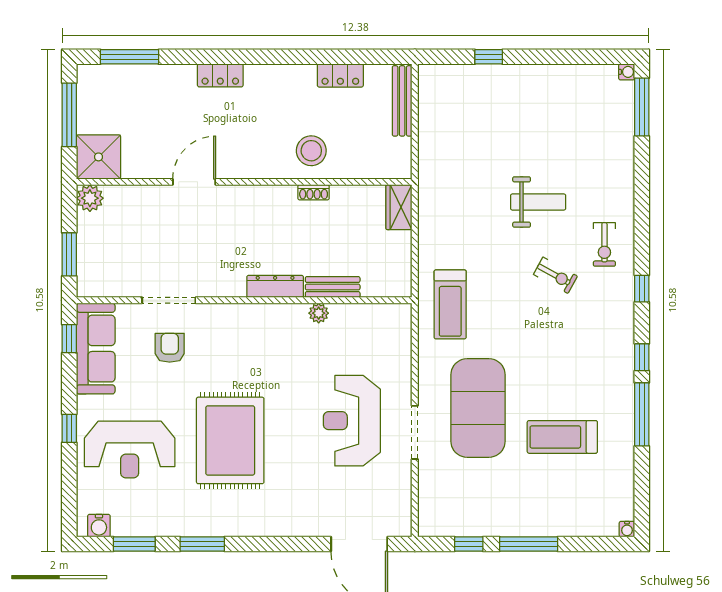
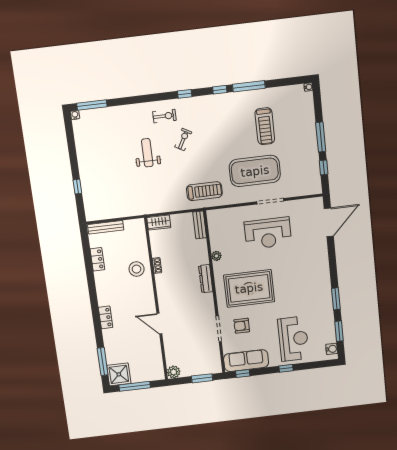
shower: (98, 157) -> (119, 374), moved
bench: (333, 287) -> (200, 225), moved
rug: (230, 440) -> (249, 288), moved

